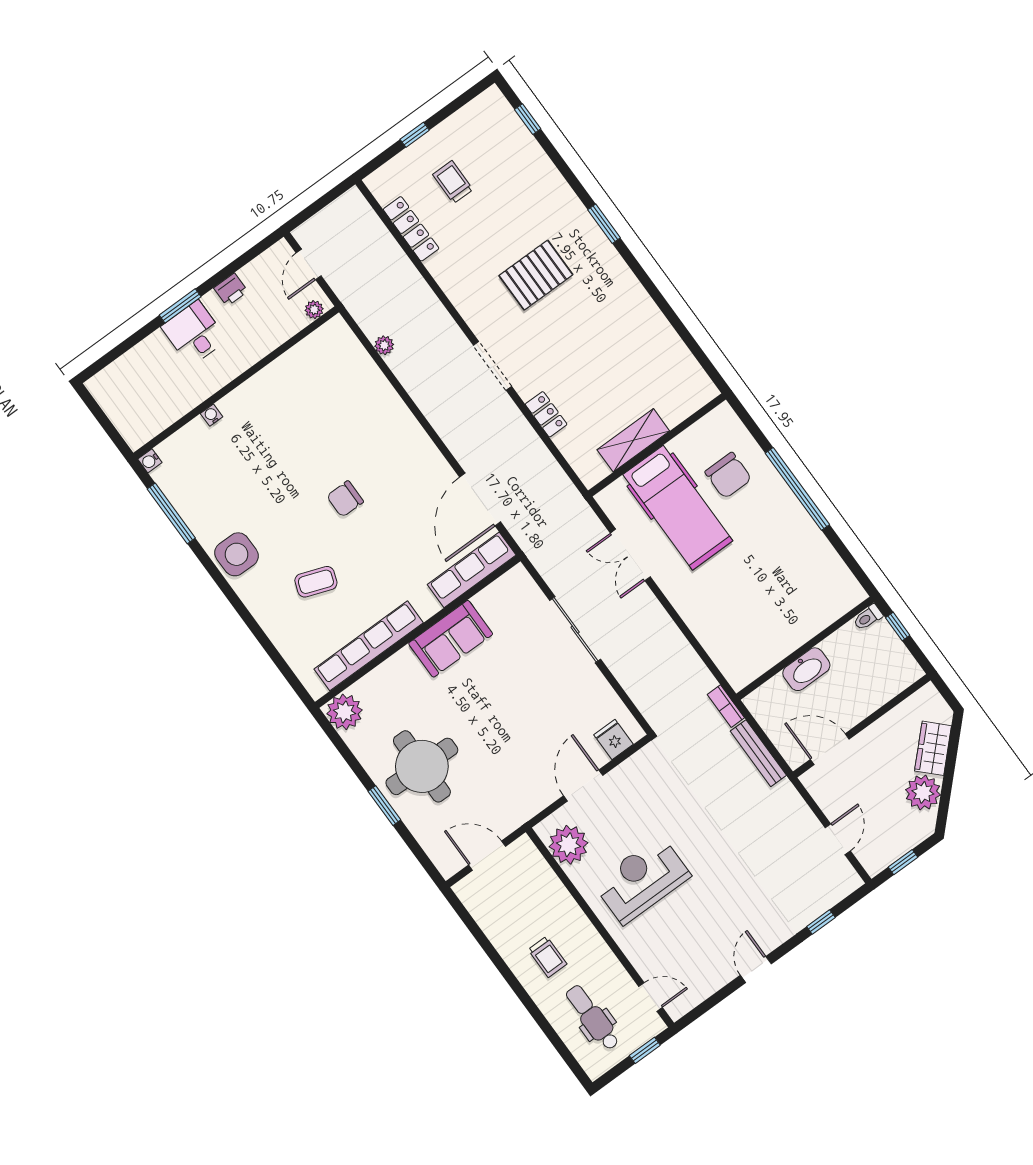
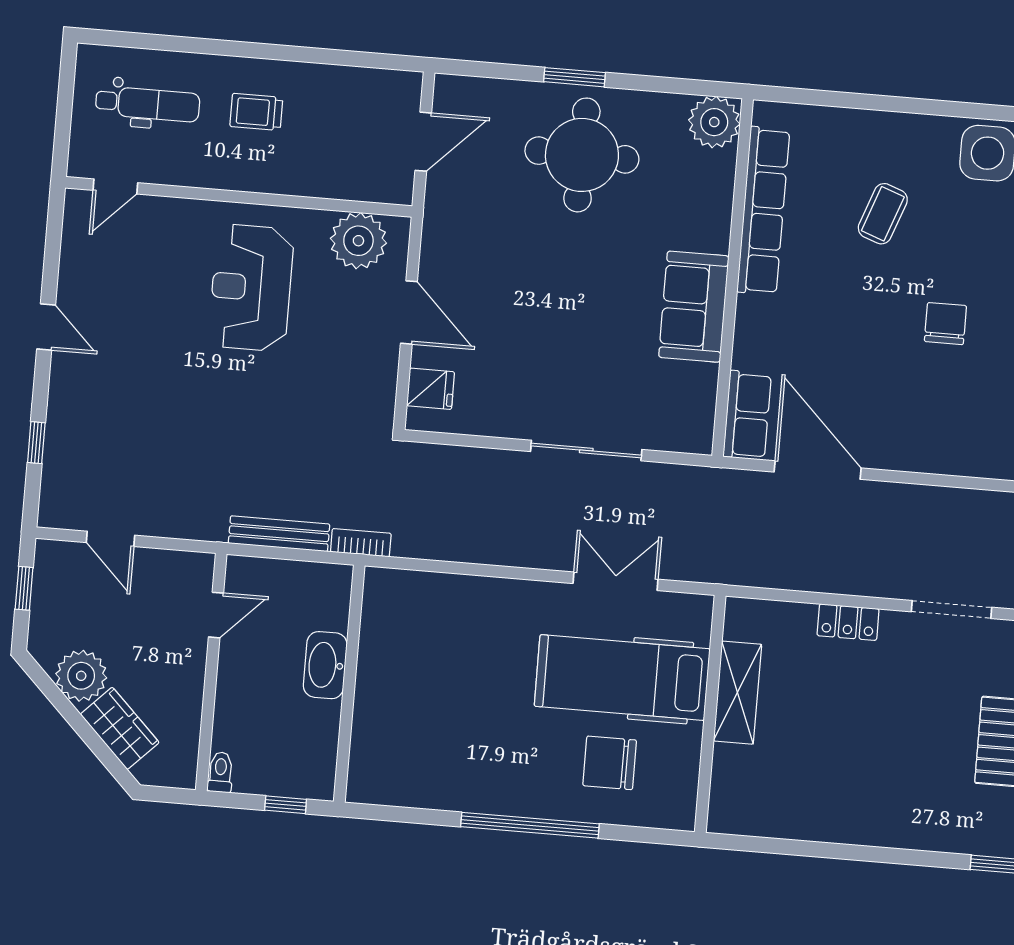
row of seats: (472, 570) -> (747, 415), width x0.68
toilet: (868, 617) -> (220, 772), moved
door: (830, 749) -> (216, 615), width x0.73
reception desk: (642, 880) -> (251, 288), turned 180
window: (645, 1050) -> (63, 130), removed

